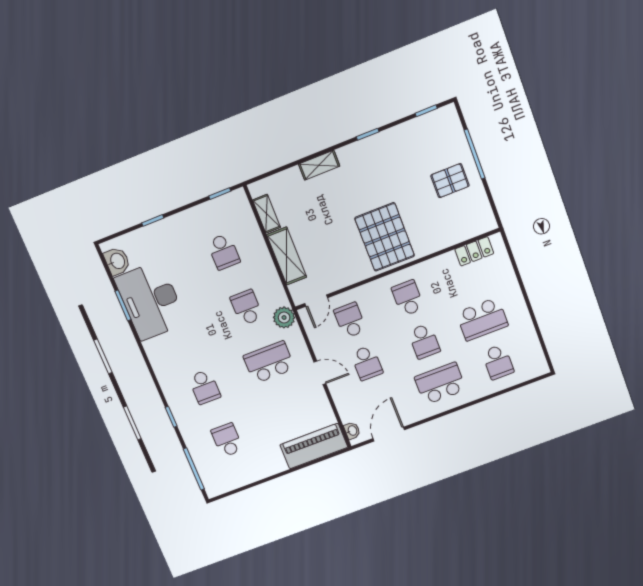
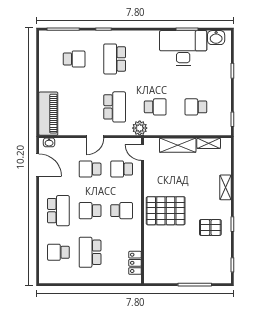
pallet: (450, 181) -> (210, 227), moved, turned 90
school desk: (350, 320) -> (122, 169), turned 180
school desk: (204, 387) -> (115, 59), width x1.85

